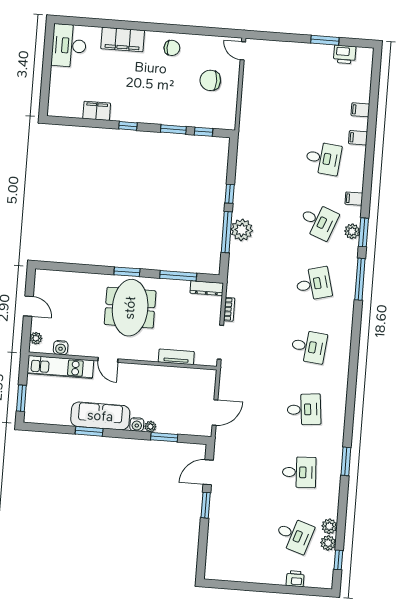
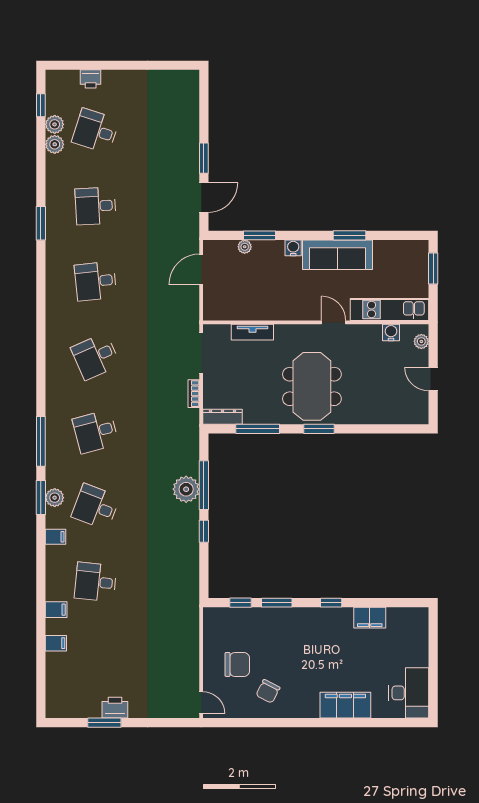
chair: (172, 48) -> (268, 691), moved, turned -63
printer: (345, 54) -> (115, 708), moved
desk: (309, 347) -> (96, 356), turned -30
plant: (150, 427) -> (245, 247), moved

